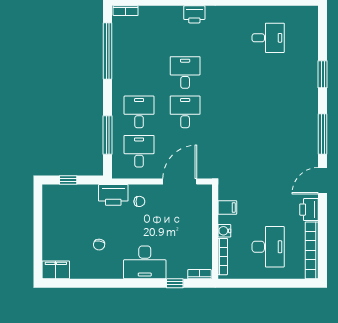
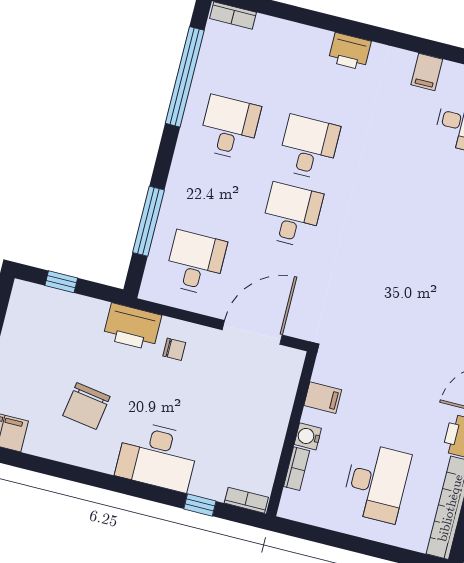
filing cabinet: (239, 15) -> (427, 72), added
desk: (139, 112) -> (229, 127), moved
chair: (99, 245) -> (86, 406), width x1.87, depth x1.87
bookcase: (223, 257) -> (297, 469), width x0.64

